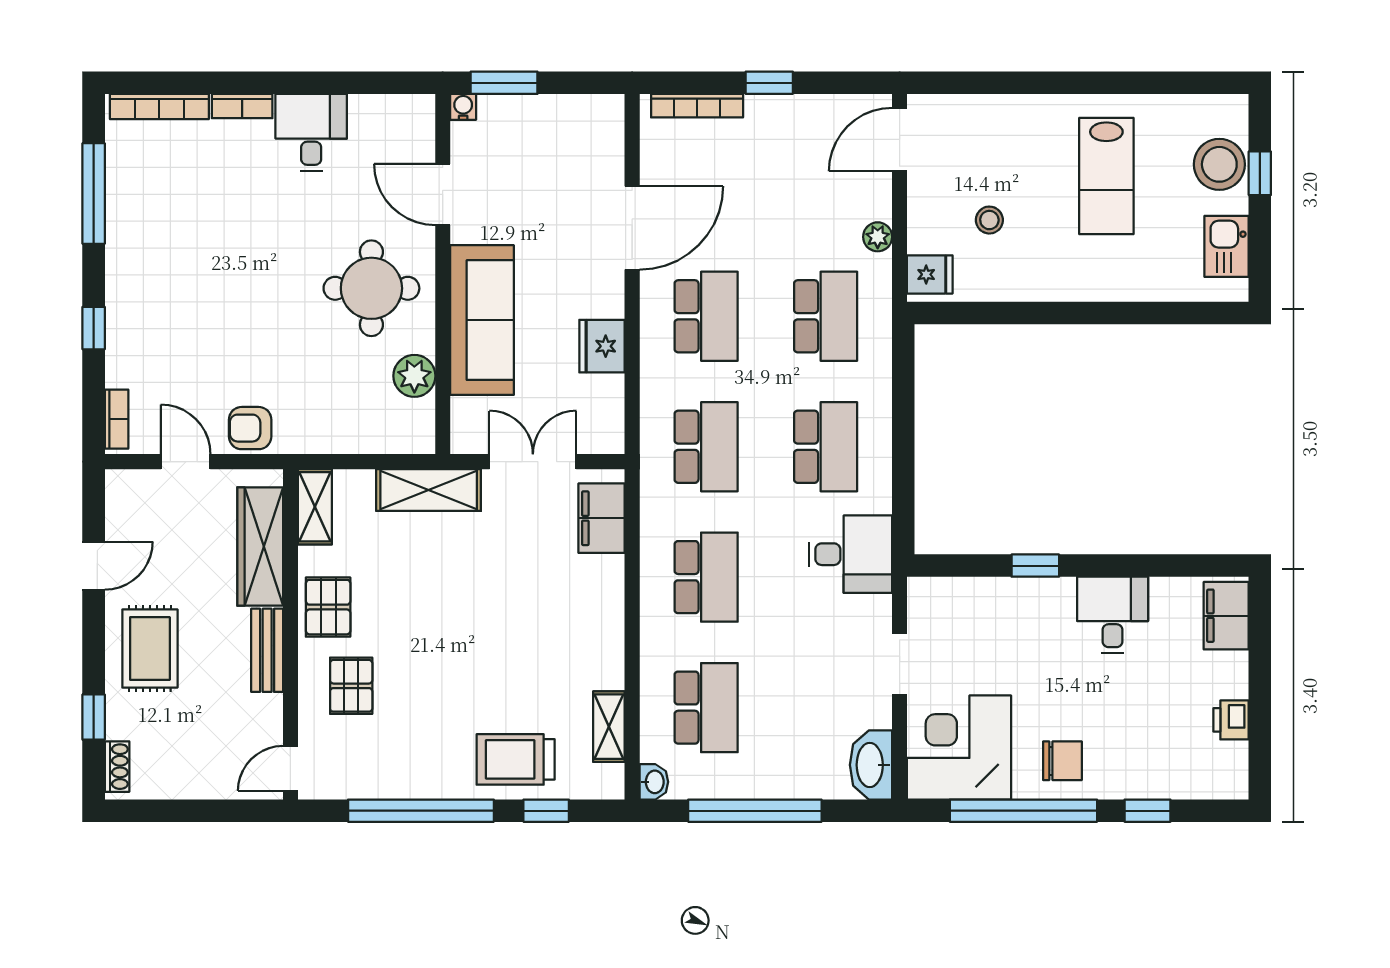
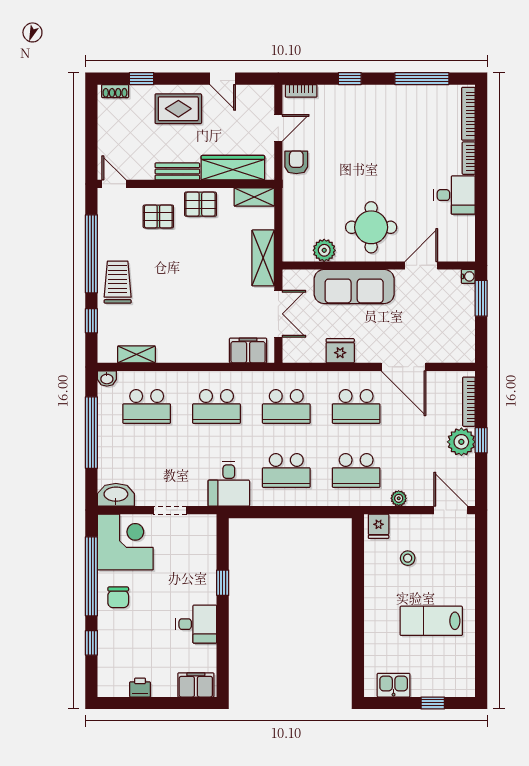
plant: (772, 120) -> (461, 442), added
stool: (1219, 164) -> (437, 681), removed
trolley: (516, 759) -> (118, 282), moved

